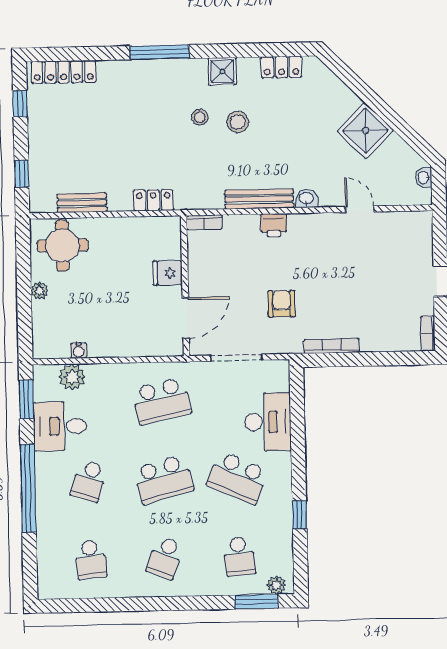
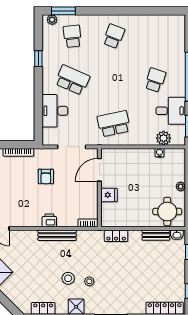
washbasin: (306, 199) -> (177, 235), moved
school desk: (163, 479) -> (114, 80), removed
school desk: (91, 559) -> (155, 36), removed

